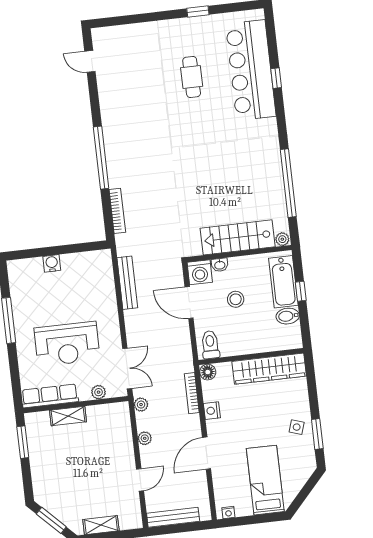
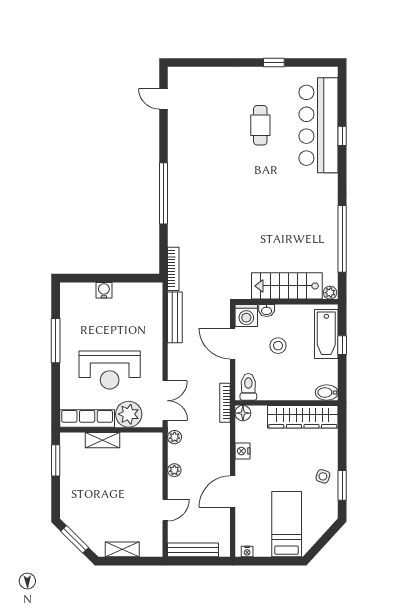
bookcase: (117, 211) -> (173, 269), moved
bidet: (288, 316) -> (327, 393), moved
plant: (99, 392) -> (129, 414), width x1.88, depth x1.88
bookcase: (192, 393) -> (225, 403), moved

